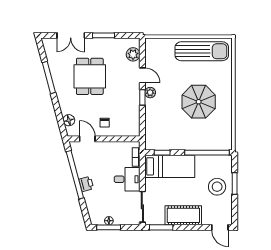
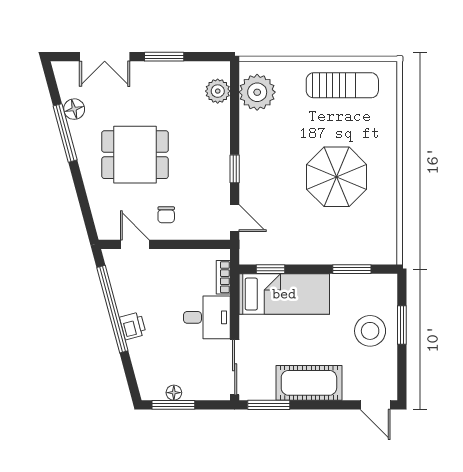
sun lounger: (202, 51) -> (342, 85), width x0.73, depth x0.75
door: (142, 75) -> (235, 218), moved
dining table: (90, 76) -> (135, 155), moved, turned 90
plant: (150, 93) -> (257, 92), moved, width x1.88, depth x1.88
floor lamp: (69, 120) -> (74, 109), moved
window: (207, 153) -> (352, 269), width x0.47

